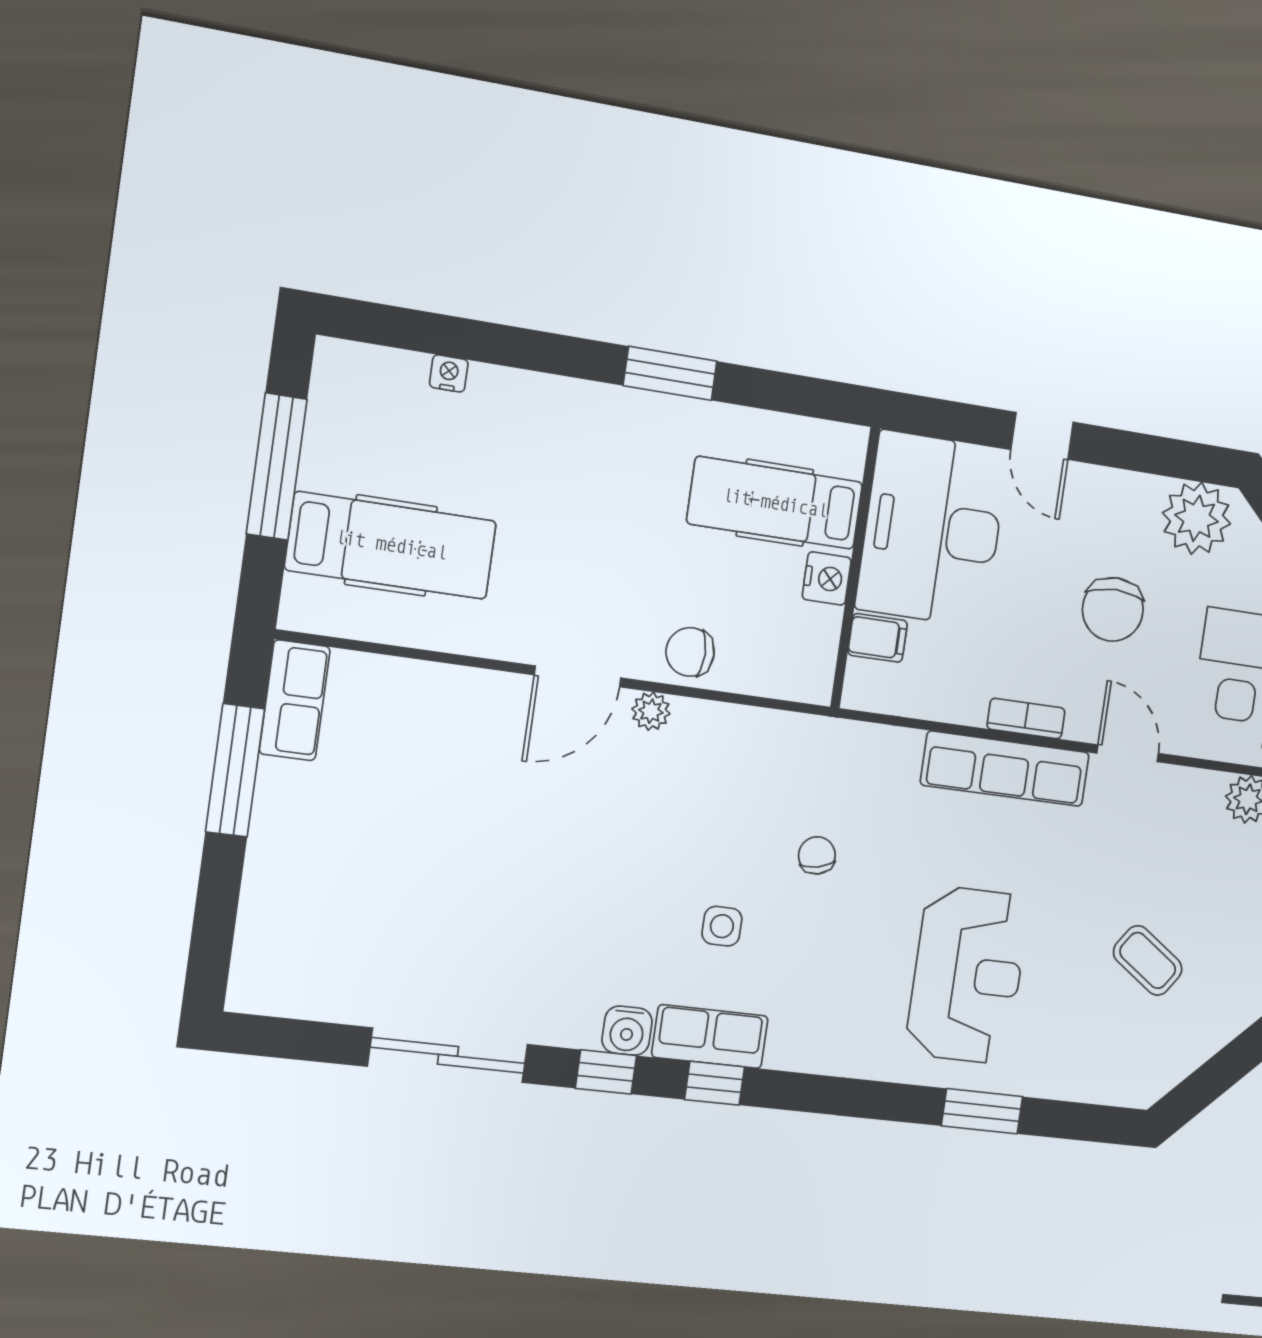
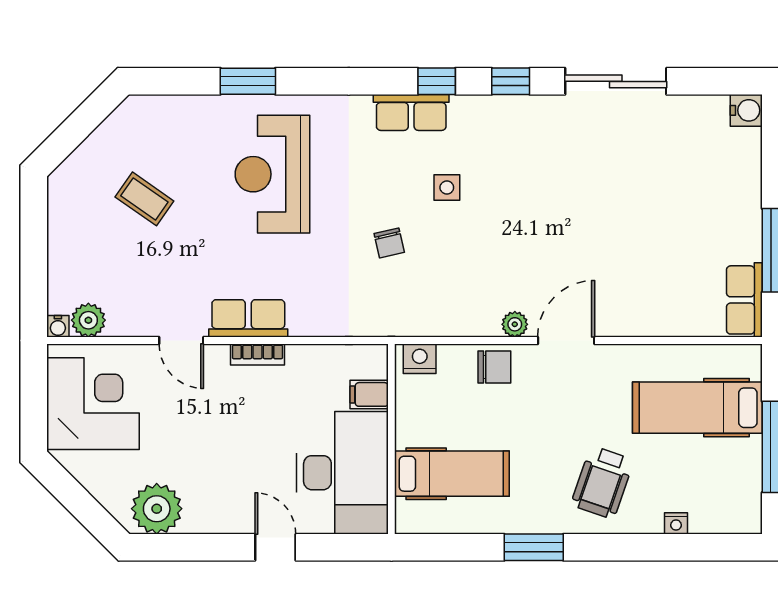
wheelchair: (553, 454) -> (602, 482), added
nightstand: (827, 578) -> (420, 359), moved, turned 90
chair: (1113, 609) -> (207, 438), removed
row of seats: (1005, 769) -> (248, 318), width x0.68
water cooler: (627, 1031) -> (746, 110), moved, turned 90
row of seats: (710, 1037) -> (411, 112), moved

